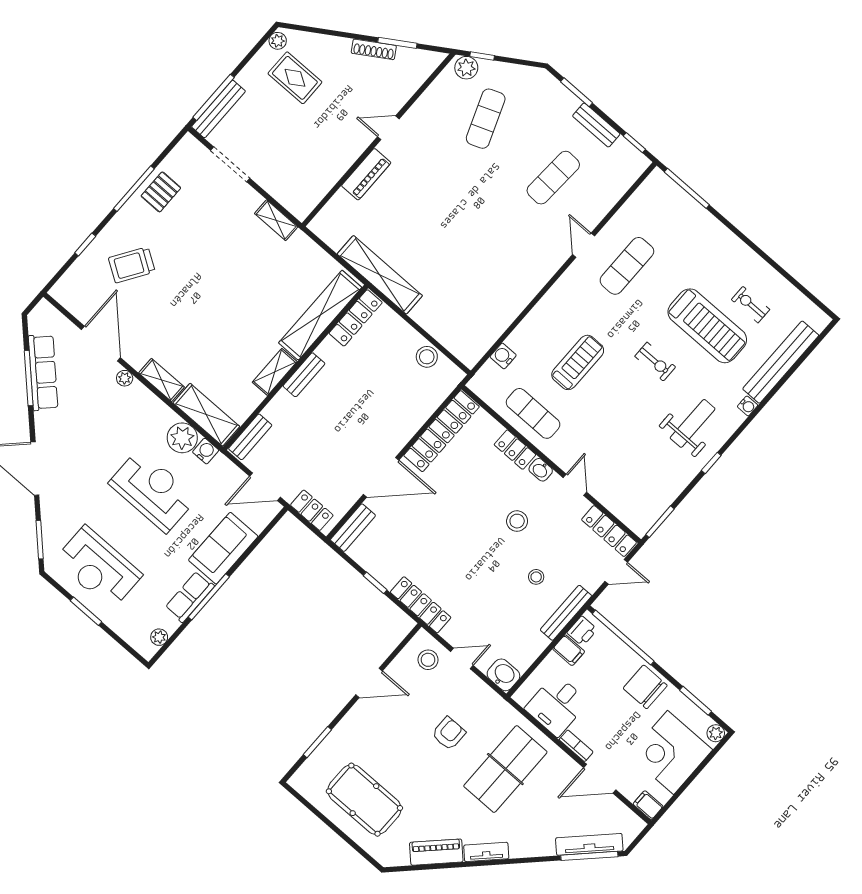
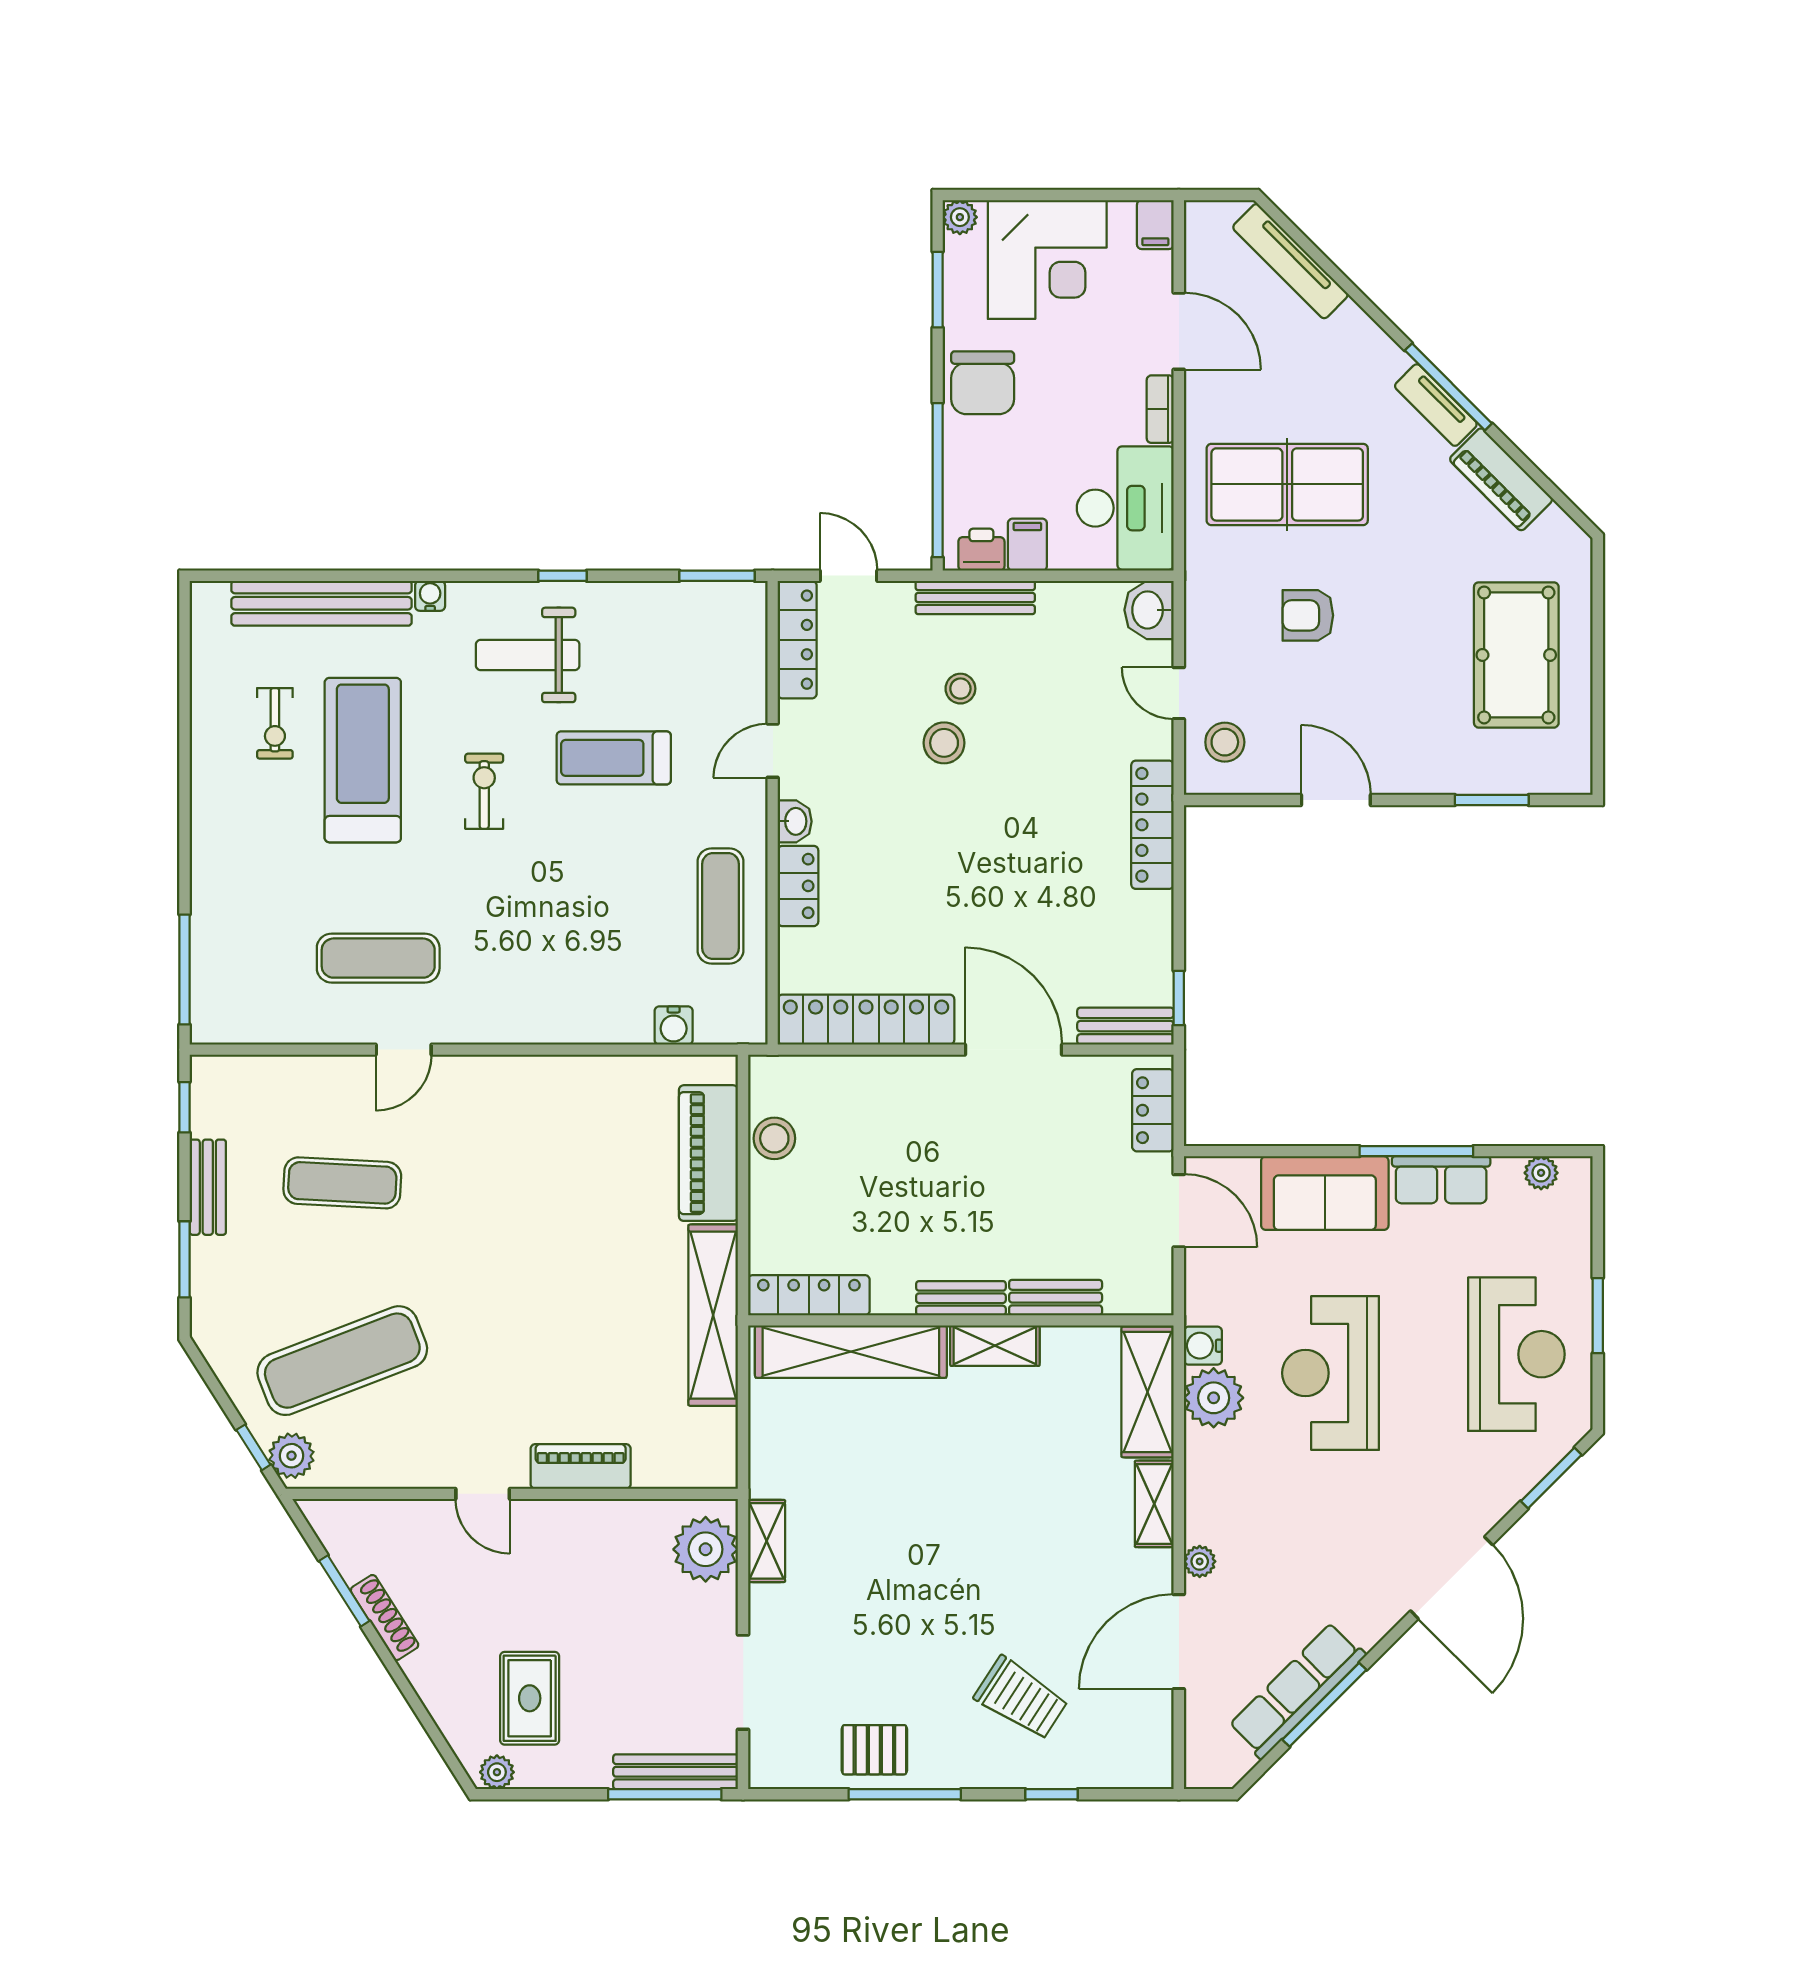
exercise mat: (486, 119) -> (342, 1361), width x1.36, depth x1.45
plant: (293, 194) -> (706, 1549), added
piano: (443, 327) -> (708, 1153), added
treadmill: (578, 362) -> (614, 758), moved
bench: (250, 437) -> (1056, 1298), moved
stool: (517, 521) -> (944, 743), moved
window: (375, 583) -> (1179, 998), moved
desk: (557, 705) -> (1125, 508), width x1.37
window: (589, 856) -> (1448, 387), moved

